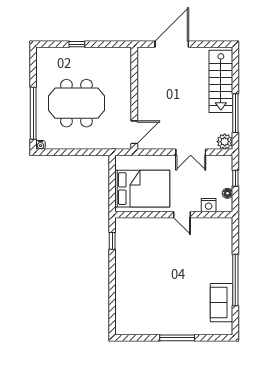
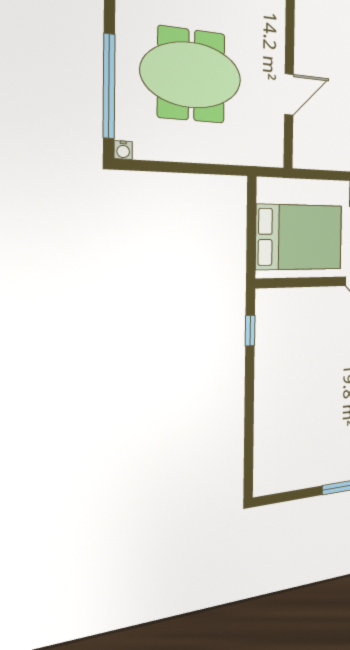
door: (134, 132) -> (289, 94), moved

